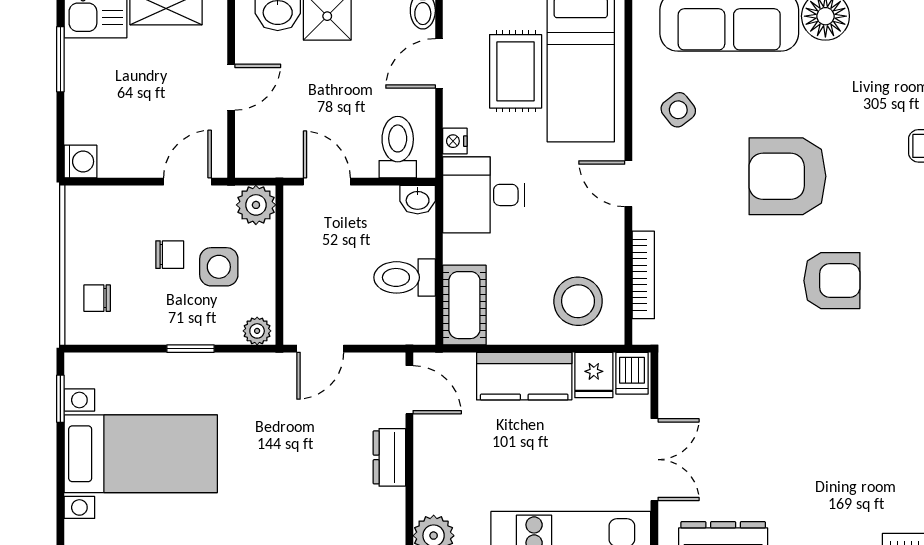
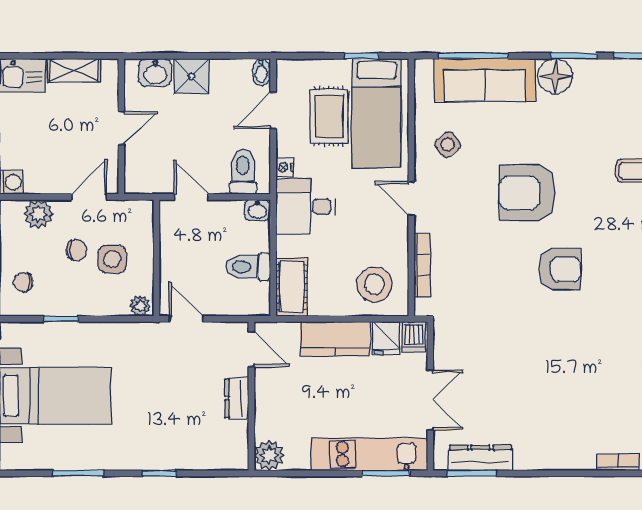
plant: (256, 205) -> (39, 214), moved
window: (190, 349) -> (61, 319), moved
door: (320, 349) -> (186, 319), swing flipped

